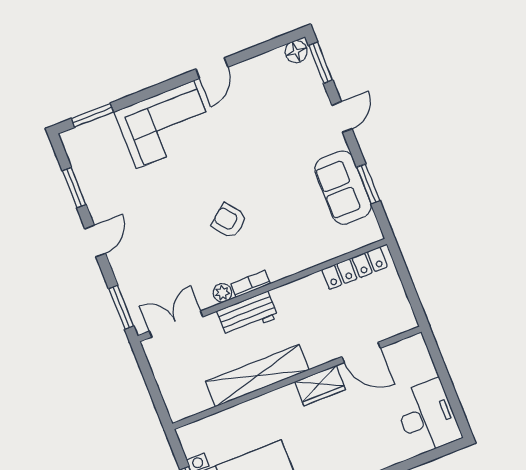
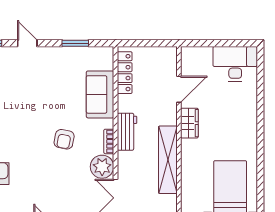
sofa: (343, 188) -> (100, 94), moved, turned 90
armchair: (229, 221) -> (64, 139), turned -41
plant: (222, 293) -> (102, 167), width x1.88, depth x1.88
workbench: (247, 314) -> (127, 132), moved

